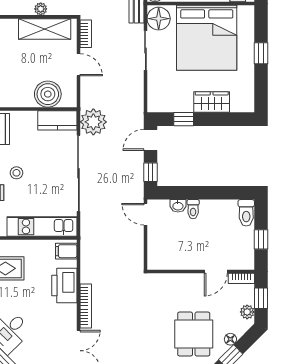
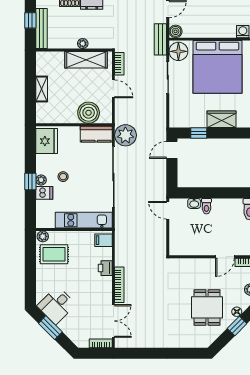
window: (150, 172) -> (172, 176), removed
printer: (64, 286) -> (105, 268), width x0.53, depth x0.68

